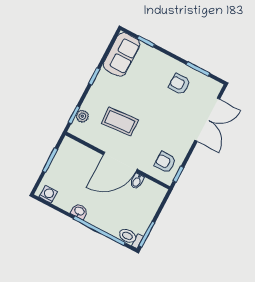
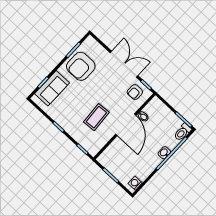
sofa: (122, 54) -> (52, 88), moved, turned 90
armchair: (179, 84) -> (81, 66), width x1.88, depth x1.88
plant: (82, 116) -> (85, 143), removed
double door: (207, 120) -> (124, 64), moved
washbasin: (79, 211) -> (164, 153), moved

